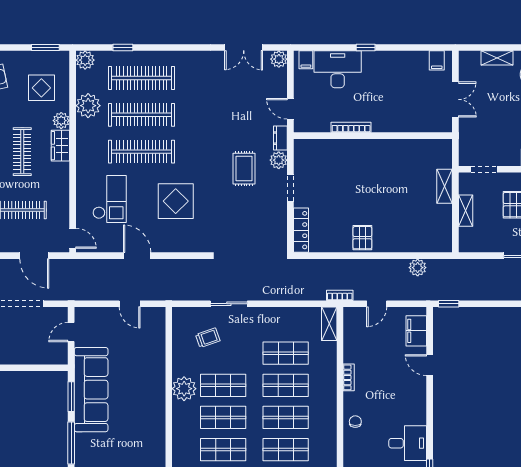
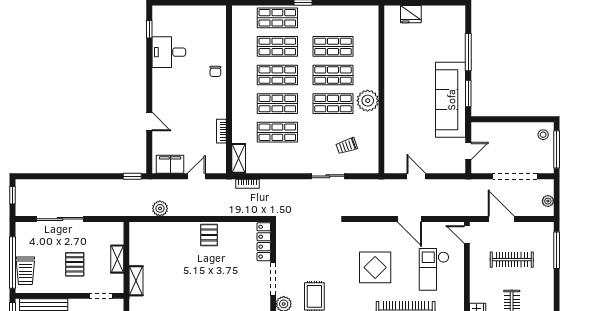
doorway: (290, 188) -> (273, 279), width x1.38
bookcase: (340, 295) -> (248, 184), moved
filing cabinet: (416, 331) -> (170, 164), moved, turned -90
bookcase: (349, 377) -> (221, 131), moved

